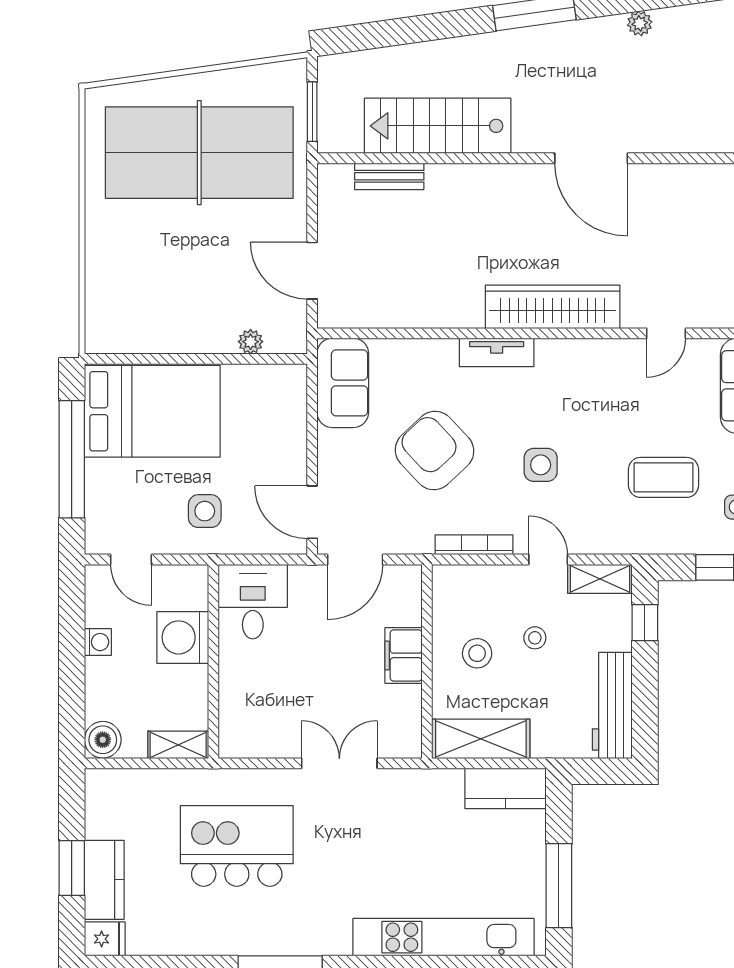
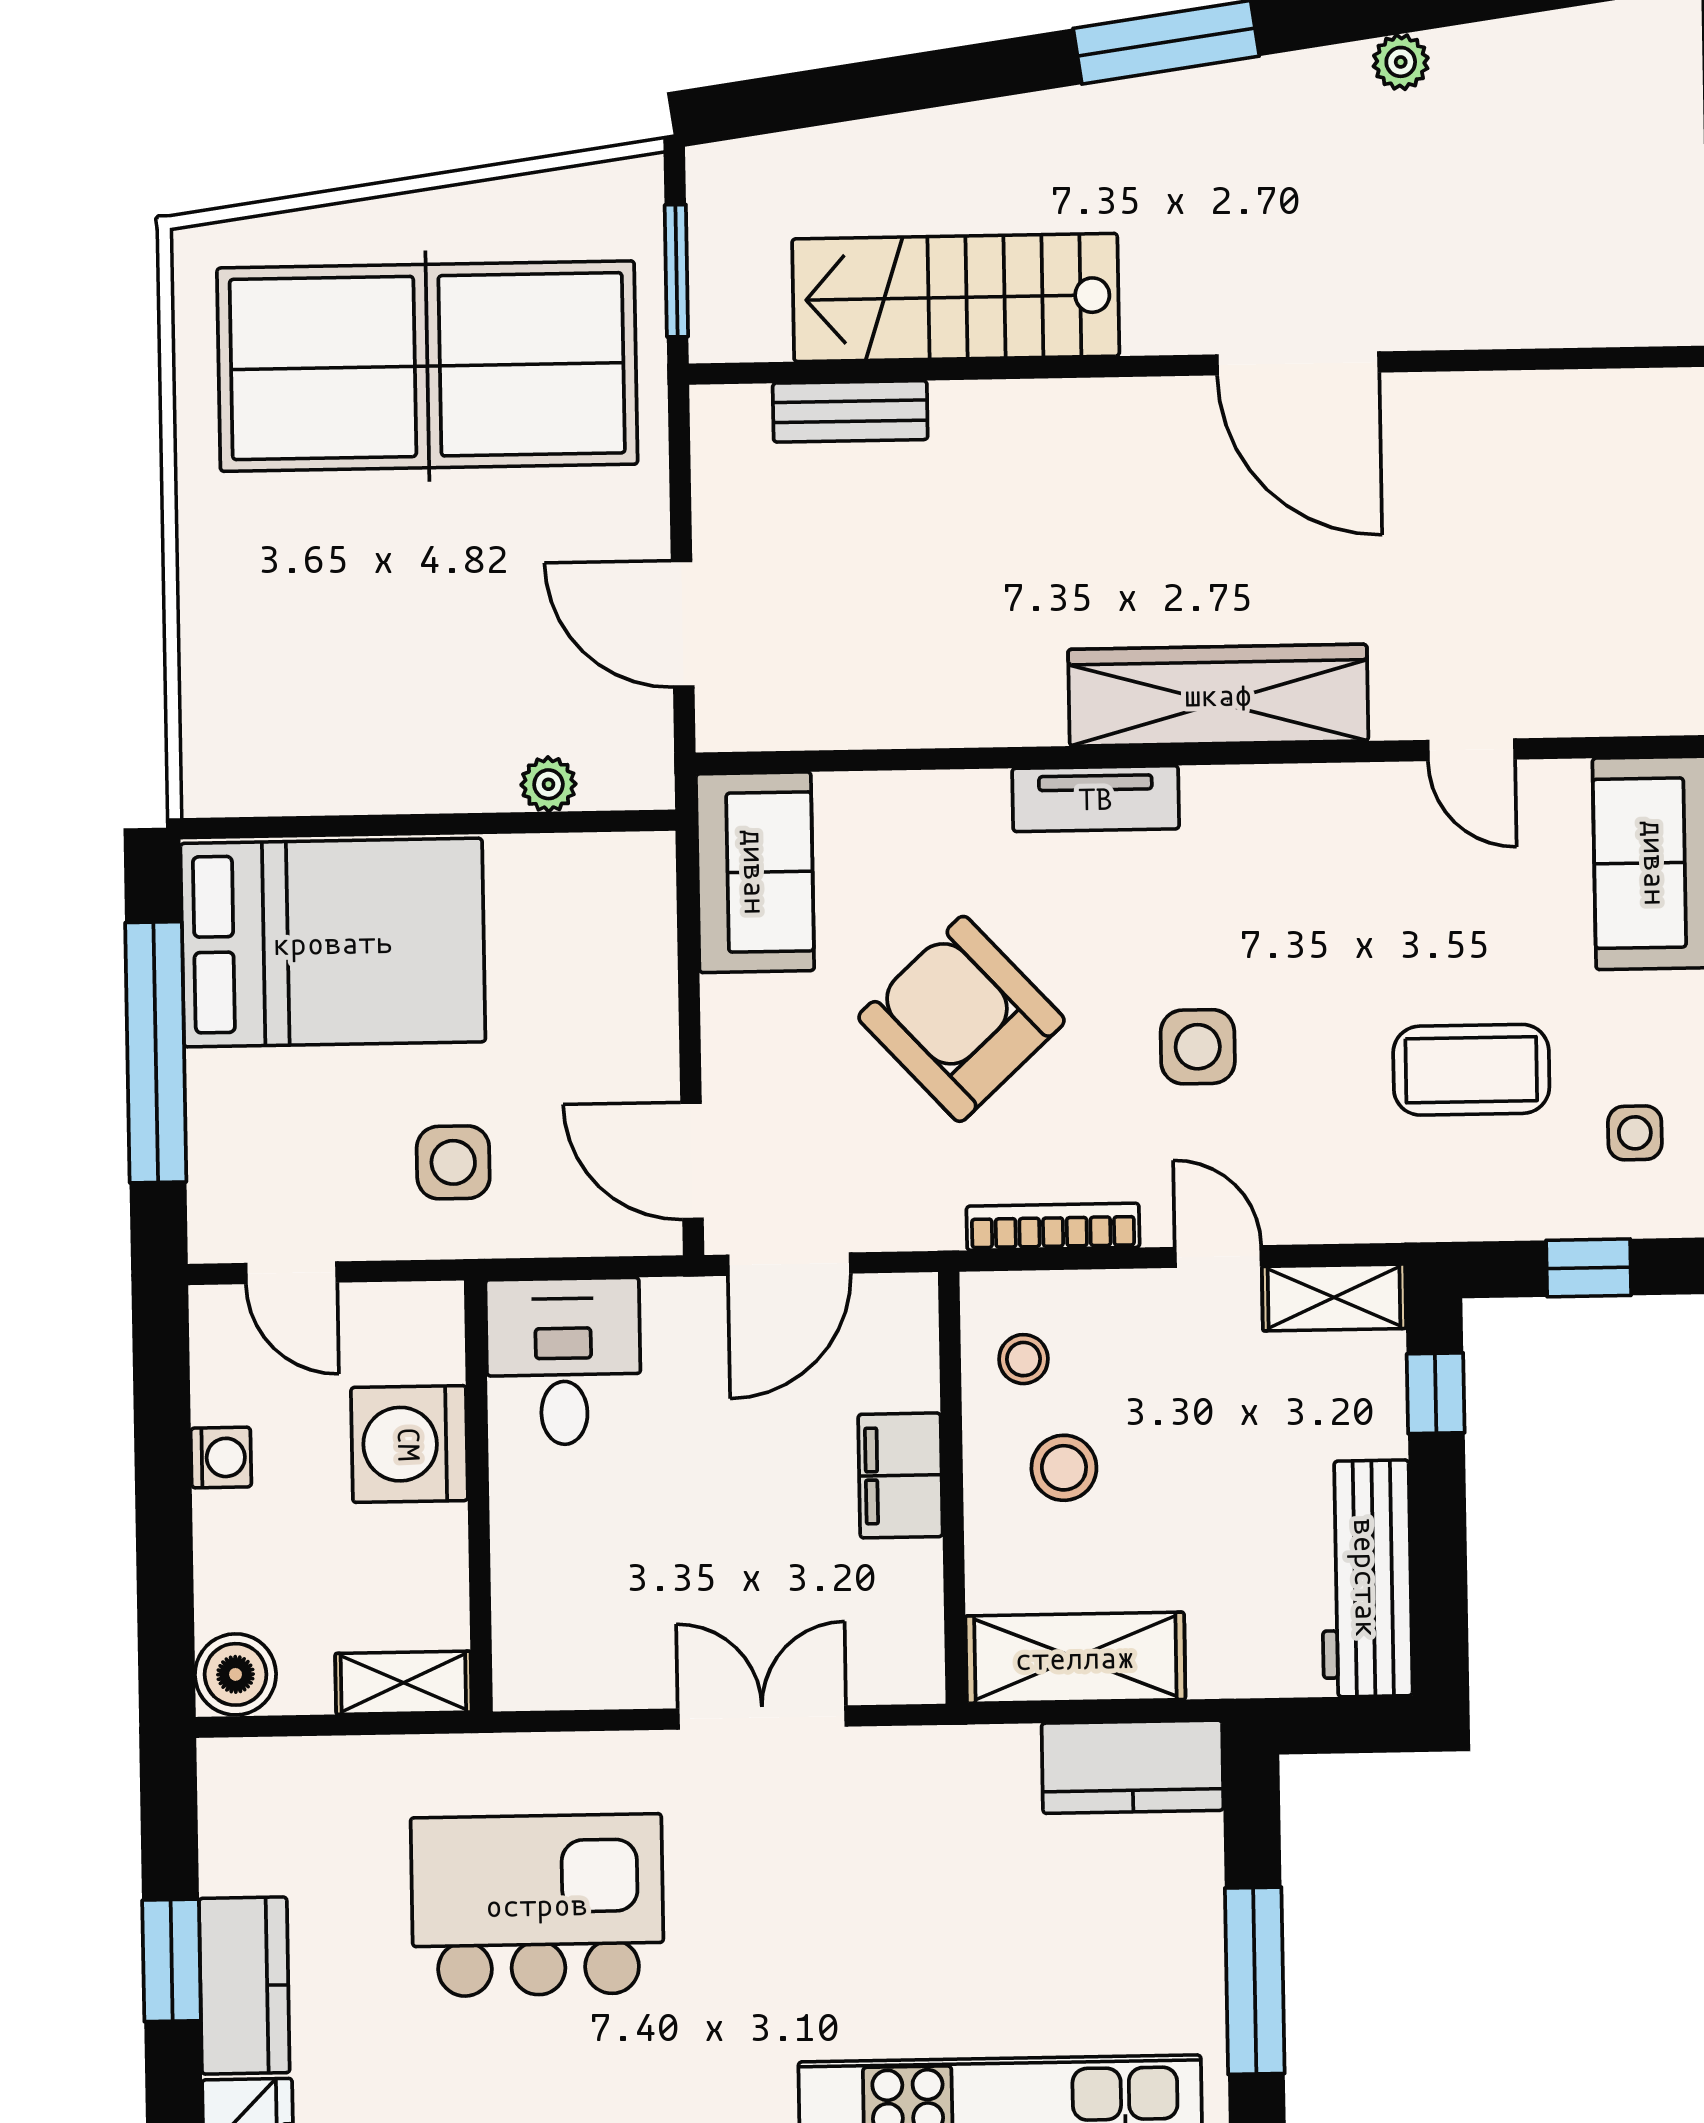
door: (666, 333) -> (1471, 750), hinge flipped
stool: (535, 638) -> (1024, 1359), moved

